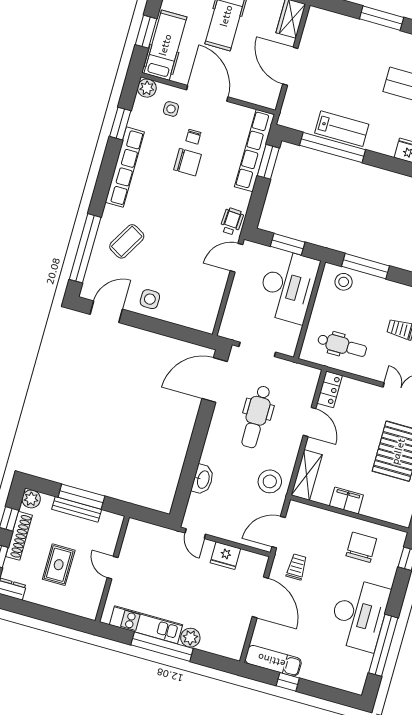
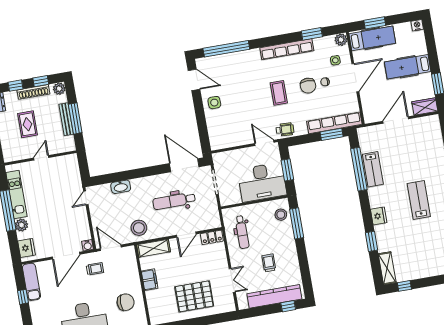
coffee table: (127, 241) -> (279, 93), moved, turned 60
fridge: (225, 556) -> (27, 248), moved, turned 180
water cooler: (260, 562) -> (88, 245), added
rug: (59, 565) -> (27, 124), turned 90

